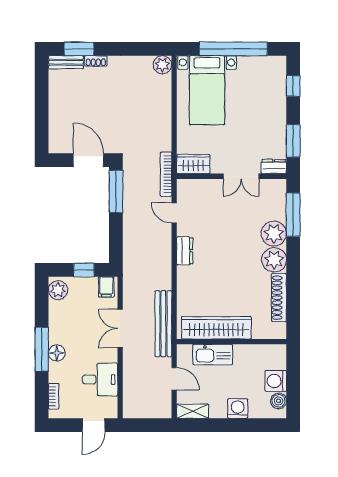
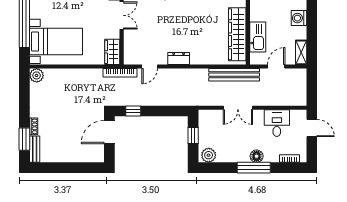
window: (116, 191) -> (133, 111), width x0.46
filing cabinet: (106, 287) -> (206, 118), removed

